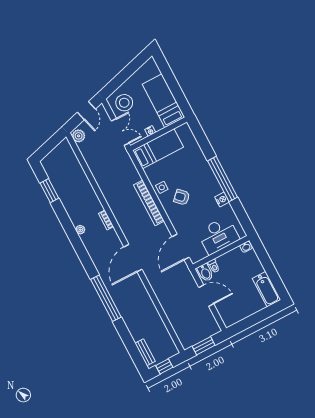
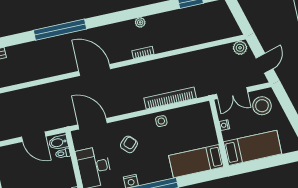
door: (86, 111) -> (265, 63), swing flipped
bed: (158, 149) -> (196, 161), moved, turned 90
armchair: (182, 197) -> (129, 144), moved
bookcase: (149, 203) -> (170, 98), moved
door: (206, 296) -> (34, 137), hinge flipped

